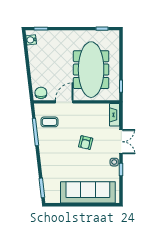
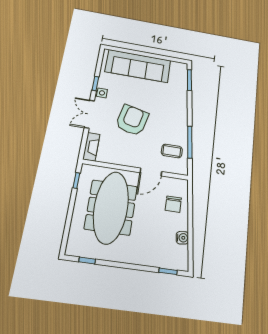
water cooler: (31, 40) -> (182, 238), moved
chair: (41, 93) -> (173, 204), moved
armchair: (86, 143) -> (132, 120), width x1.88, depth x1.88

